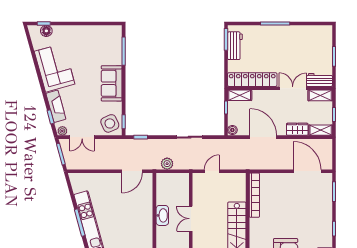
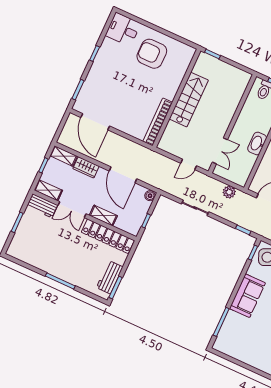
shelving: (240, 95) -> (103, 215), moved
double door: (191, 219) -> (220, 151), moved

